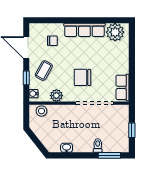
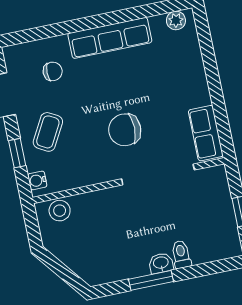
plant: (115, 32) -> (176, 20), width x0.53, depth x0.53
plant: (56, 96) -> (82, 175), removed
washbasin: (67, 148) -> (161, 263), moved
window: (109, 155) -> (151, 280), moved

